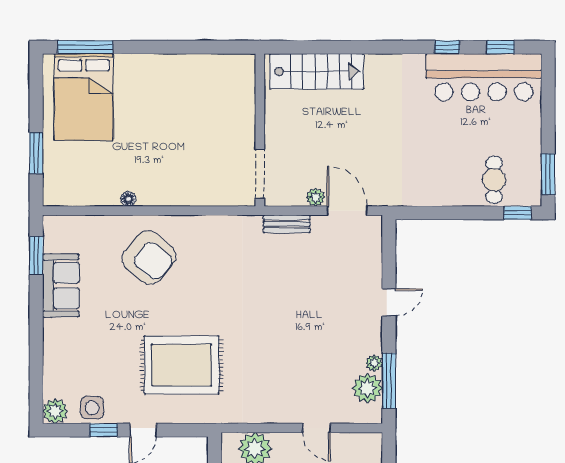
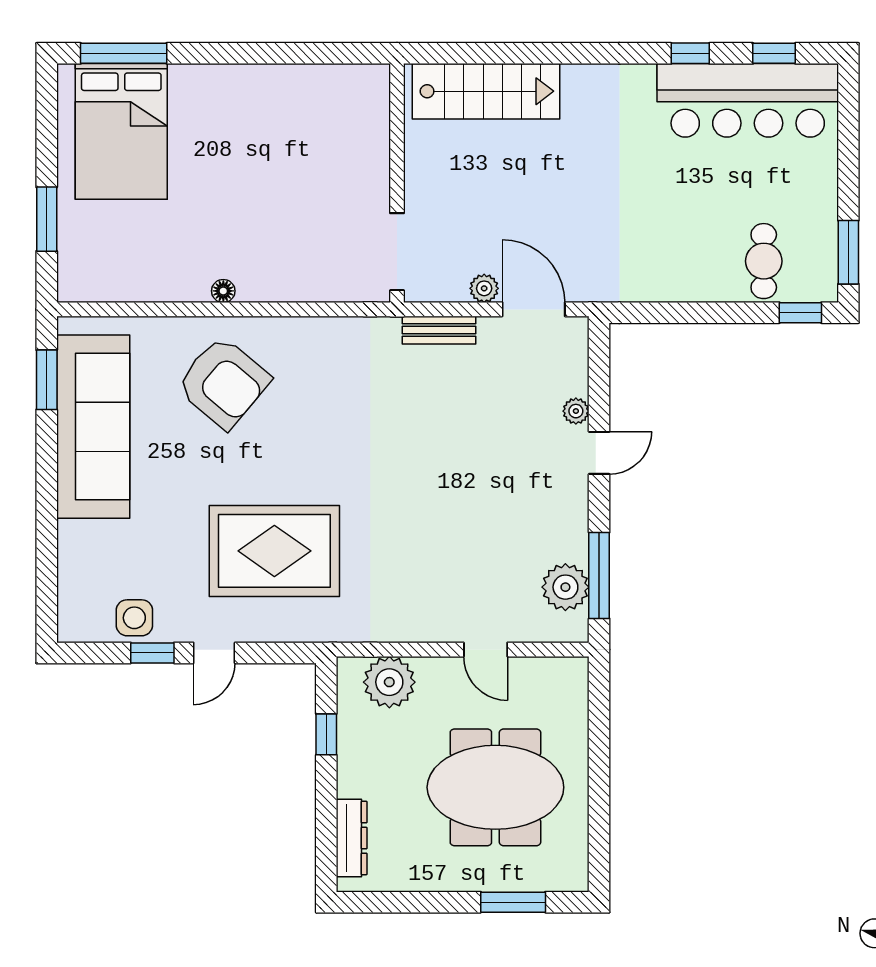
floor lamp: (128, 199) -> (223, 291), moved
sofa: (61, 286) -> (93, 427), width x1.85, depth x1.27
plant: (374, 363) -> (576, 411), moved
plant: (55, 411) -> (76, 623), removed

